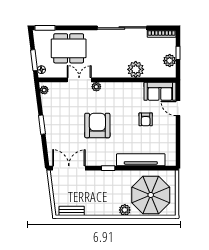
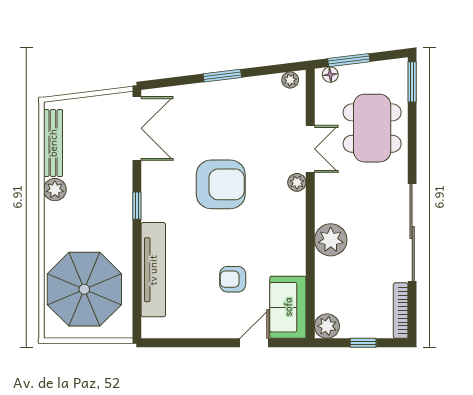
plant: (170, 61) -> (327, 326), moved
plant: (136, 69) -> (331, 240), moved
plant: (125, 210) -> (55, 190), moved
bench: (72, 211) -> (53, 143), width x1.36

